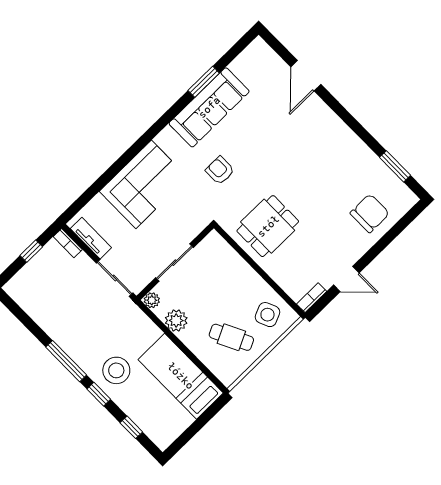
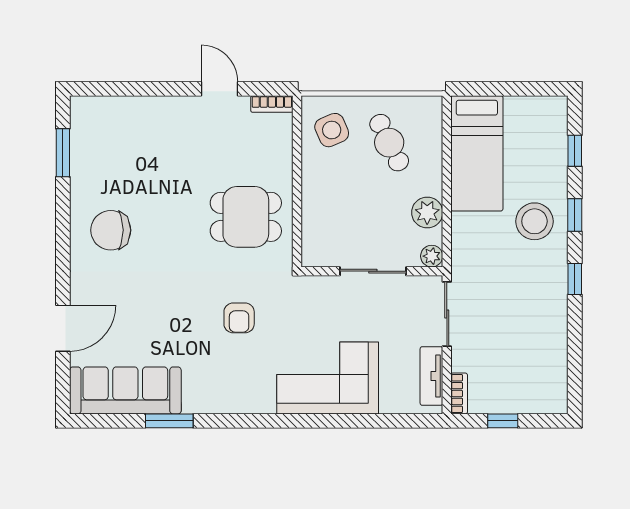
sofa: (209, 107) -> (125, 390), moved
chair: (370, 213) -> (111, 230), moved
window: (66, 361) -> (575, 279), width x0.46

